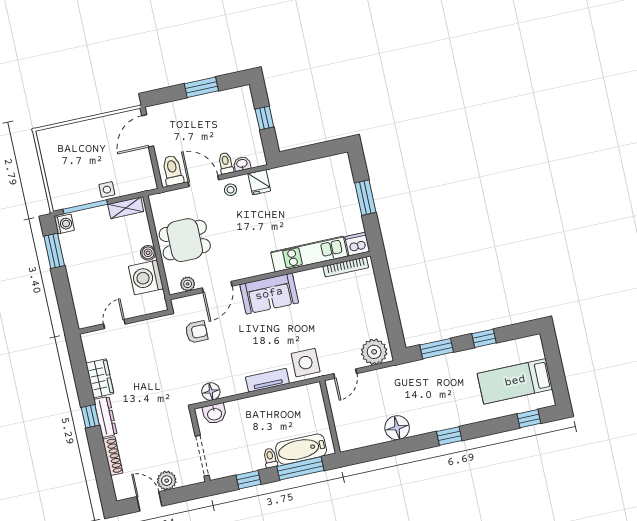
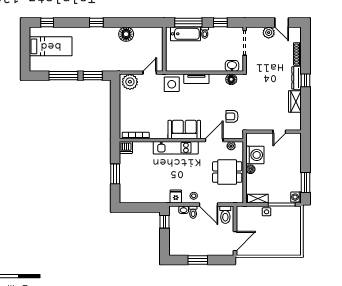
window: (264, 118) -> (164, 222), moved
kitchen unit: (309, 254) -> (176, 148), moved
window: (484, 338) -> (63, 76), width x2.17

